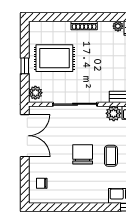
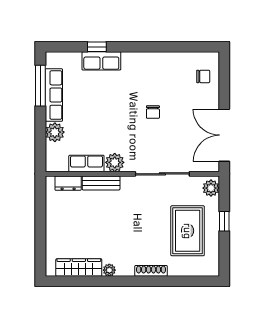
rug: (54, 58) -> (188, 231), turned 90
chair: (83, 154) -> (153, 112), width x0.54, depth x0.54
coffee table: (111, 156) -> (118, 110), removed

